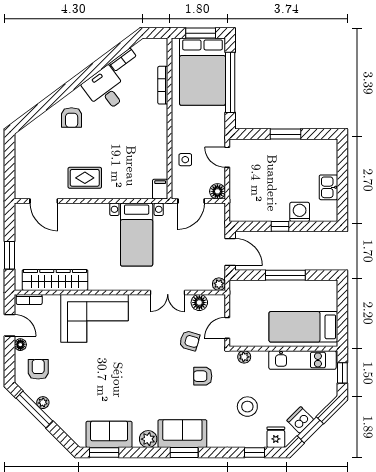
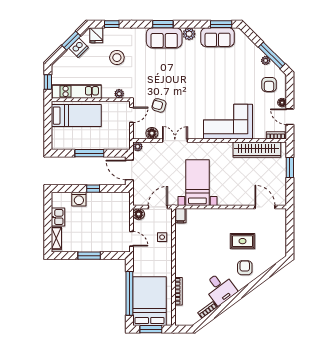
shelving: (331, 158) -> (56, 238), added
rug: (85, 178) -> (243, 241), moved
armchair: (203, 376) -> (149, 80), removed

